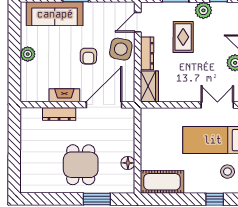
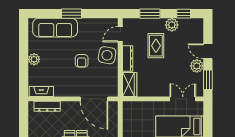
fireplace: (64, 95) -> (41, 92), moved
door: (104, 105) -> (94, 99), swing flipped
dresser: (59, 114) -> (47, 106), moved

